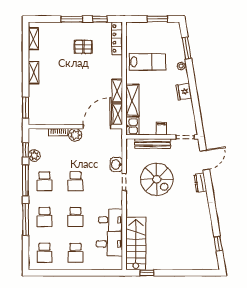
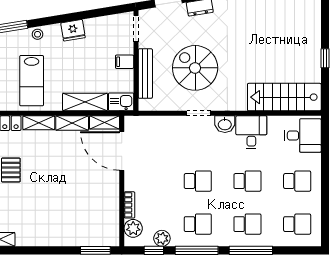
lab bench: (148, 62) -> (32, 81), turned 180
shelving: (34, 72) -> (39, 123), moved
plant: (75, 135) -> (133, 228), moved
washbasin: (116, 164) -> (225, 124), moved
spiral stairs: (157, 179) -> (195, 68), turned -90
desk: (109, 244) -> (303, 135), moved, turned 90
window: (147, 273) -> (325, 58), moved

